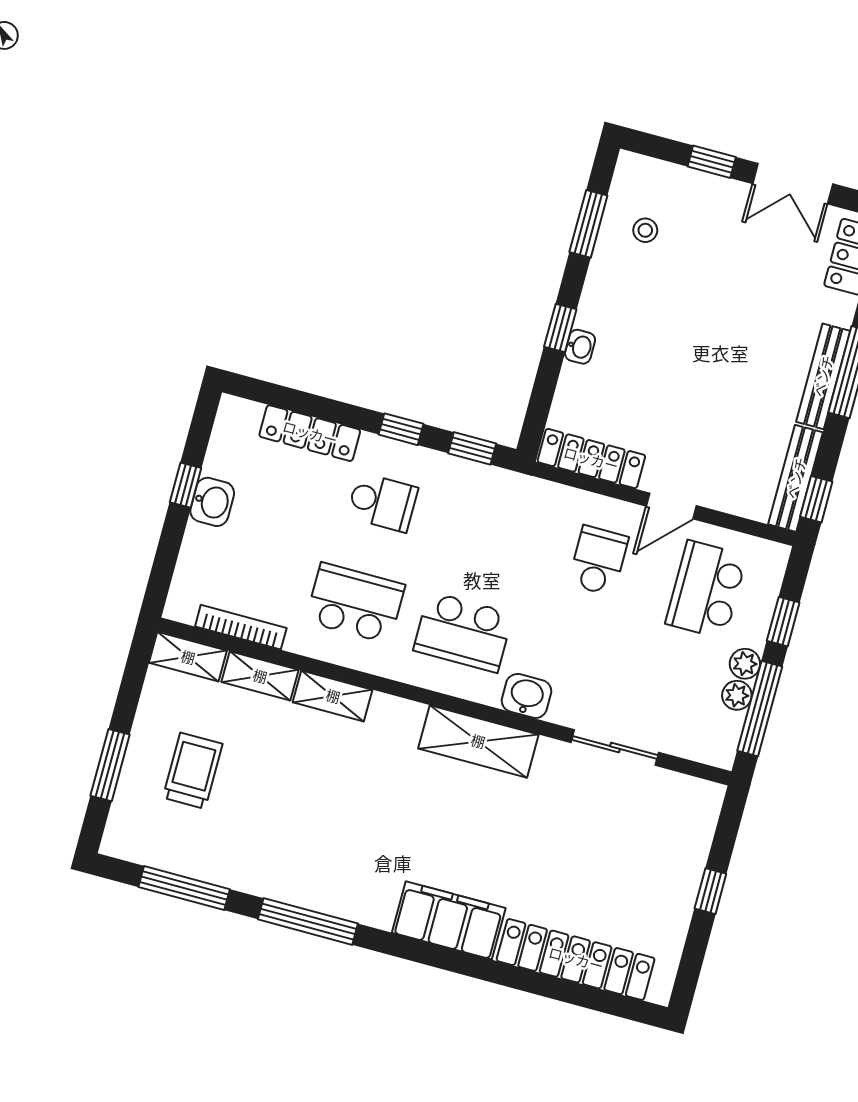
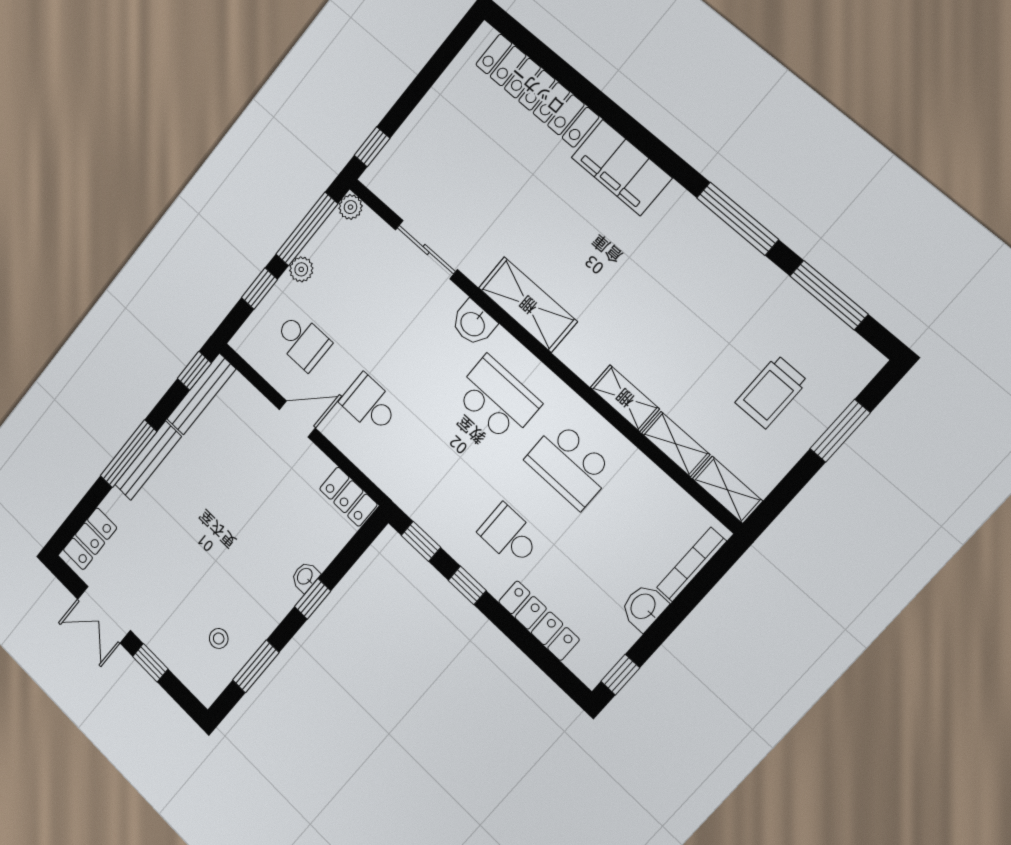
double door: (793, 184) -> (104, 615), swing flipped
locker: (591, 459) -> (348, 497), width x0.66
window: (186, 485) -> (620, 675), moved
school desk: (598, 561) -> (369, 404), turned 90
school desk: (706, 590) -> (302, 341), width x0.54
bookcase: (241, 627) -> (692, 564), moved, turned 90
plant: (737, 695) -> (350, 207), moved
window: (710, 891) -> (372, 147), moved

